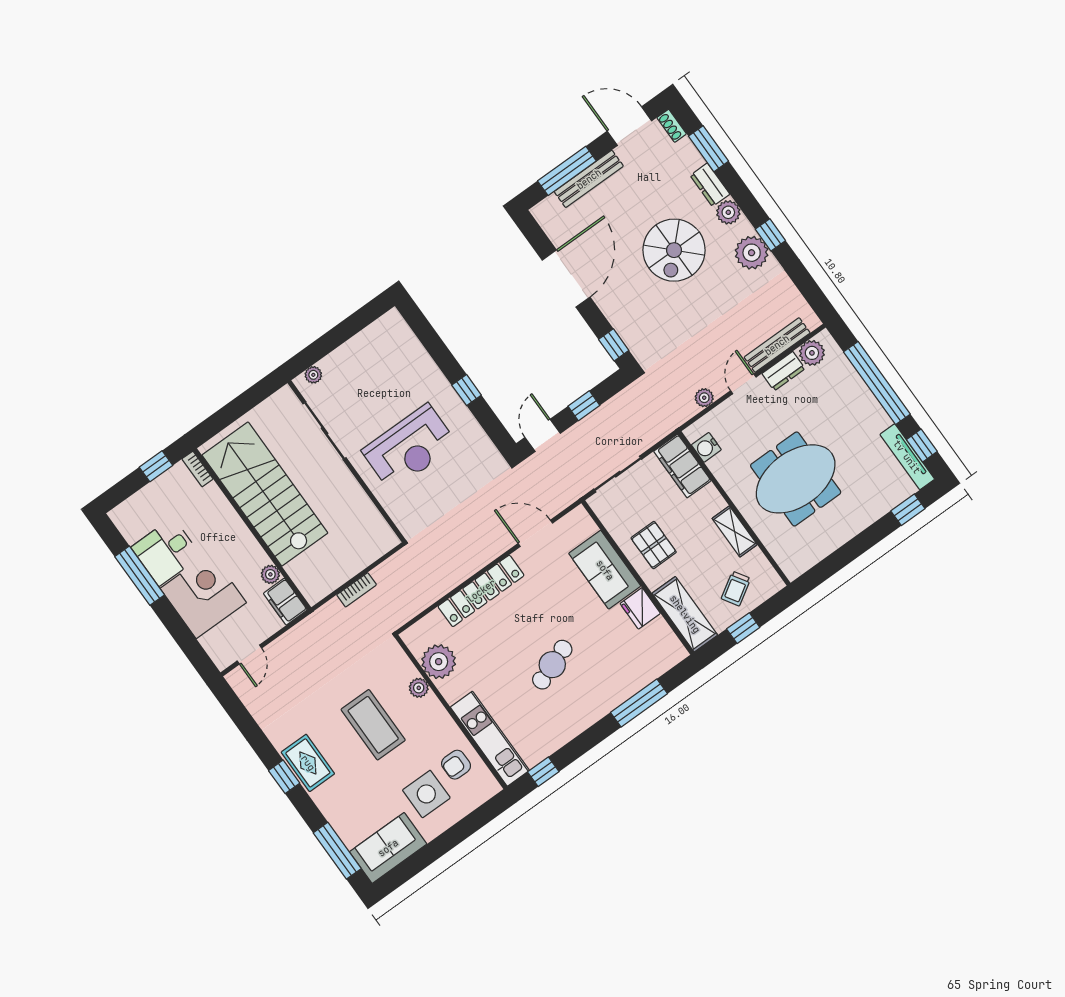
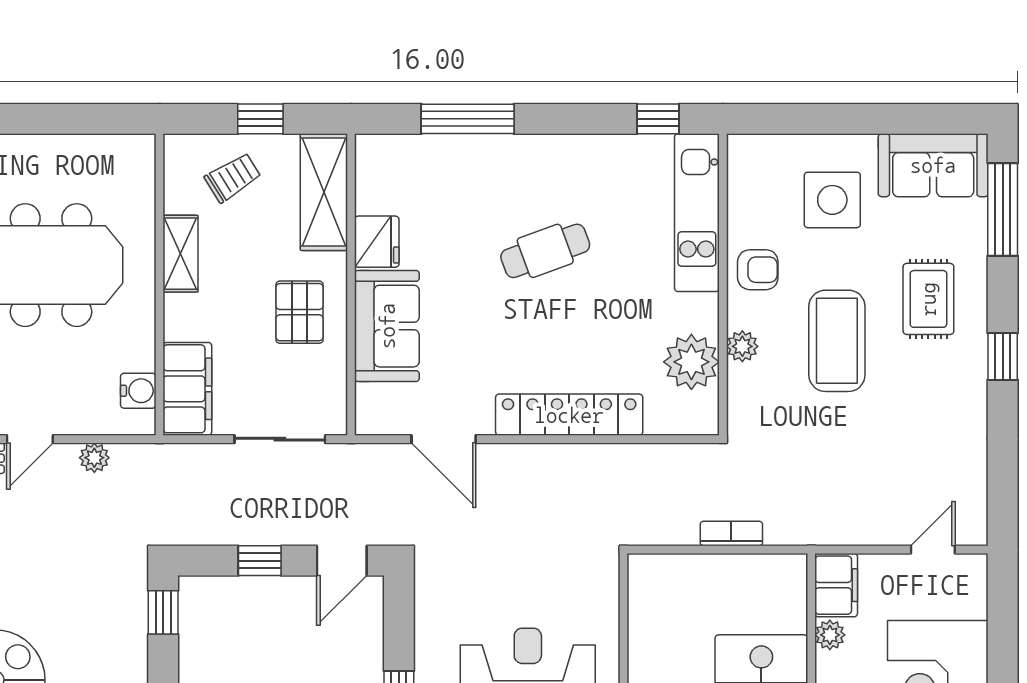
rug: (308, 763) -> (928, 299), moved
armchair: (456, 765) -> (758, 270), moved

